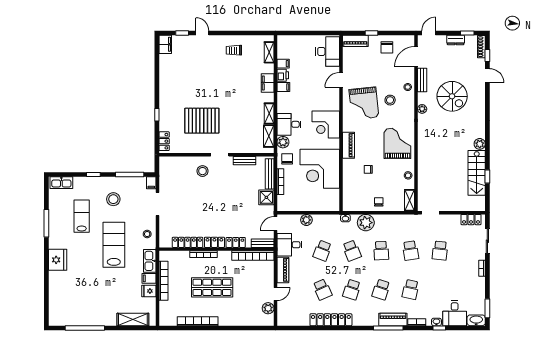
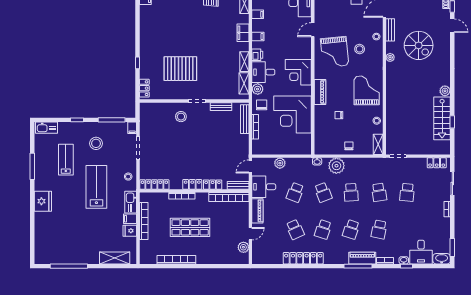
printer: (283, 75) -> (257, 55), moved
shower: (266, 197) -> (242, 142), removed
locker: (188, 242) -> (154, 185), moved

